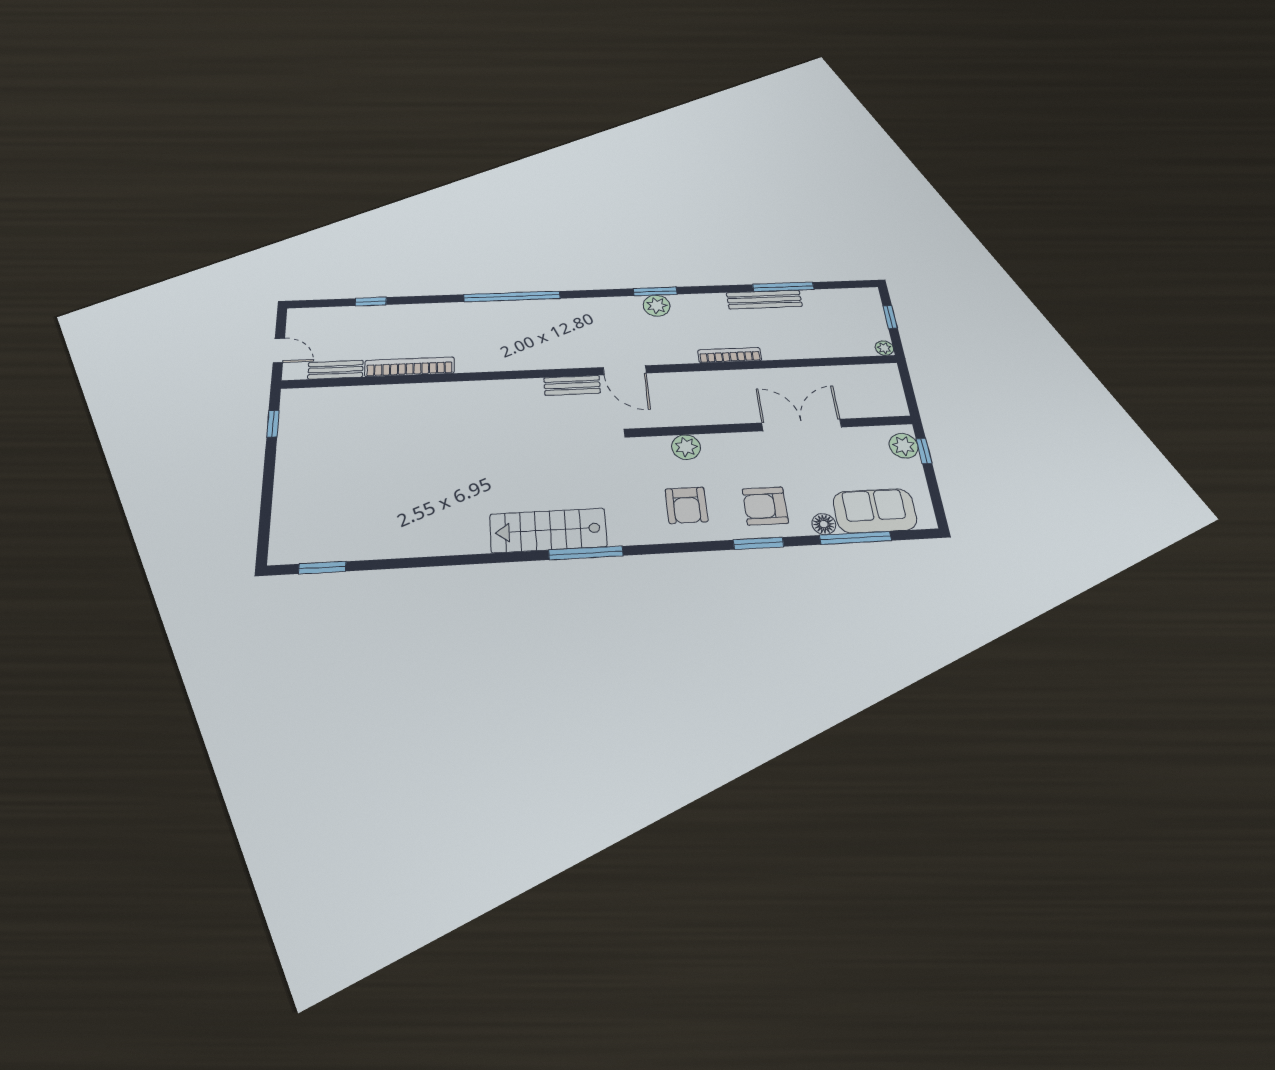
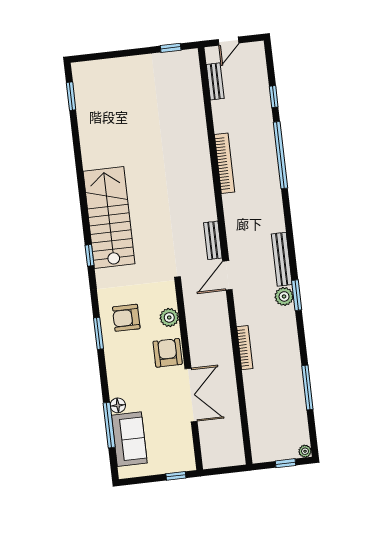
window: (512, 296) -> (280, 155), moved
bench: (764, 300) -> (282, 259), moved
plant: (884, 348) -> (305, 451), moved
bookcase: (410, 367) -> (225, 163), moved
plant: (904, 446) -> (179, 463), removed
armchair: (765, 506) -> (168, 353), moved
stairs: (548, 530) -> (109, 217), width x1.36, depth x1.51
window: (759, 543) -> (99, 333), moved
window: (586, 553) -> (89, 255), width x0.46

